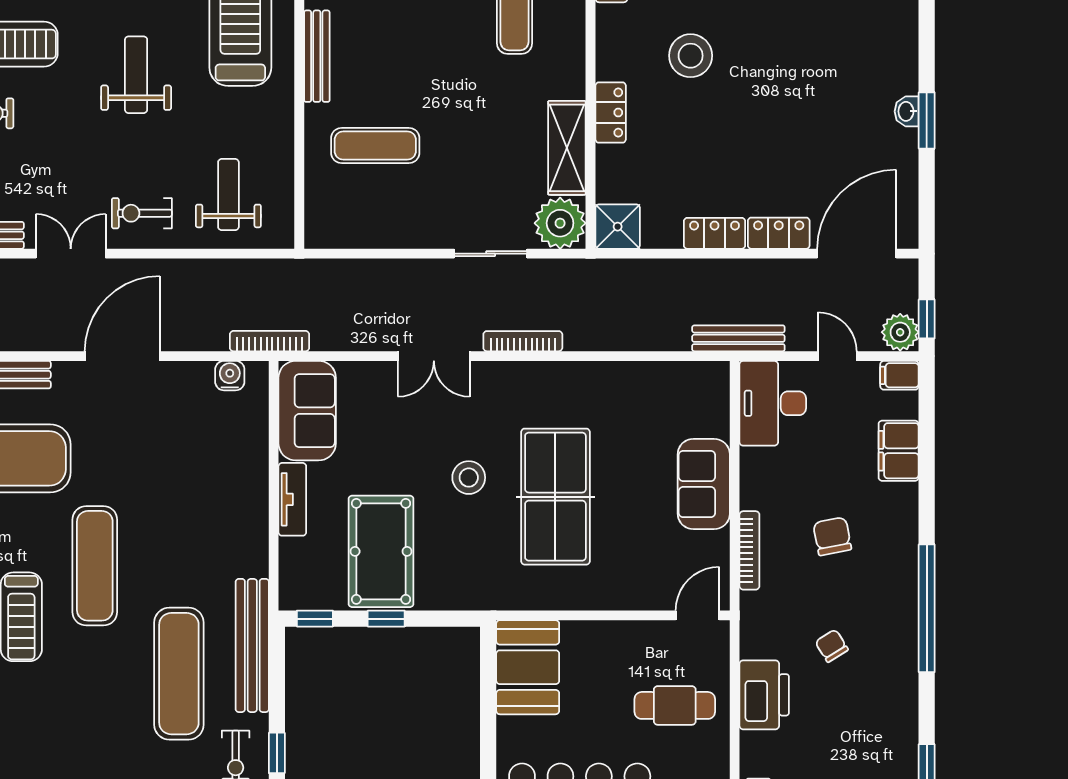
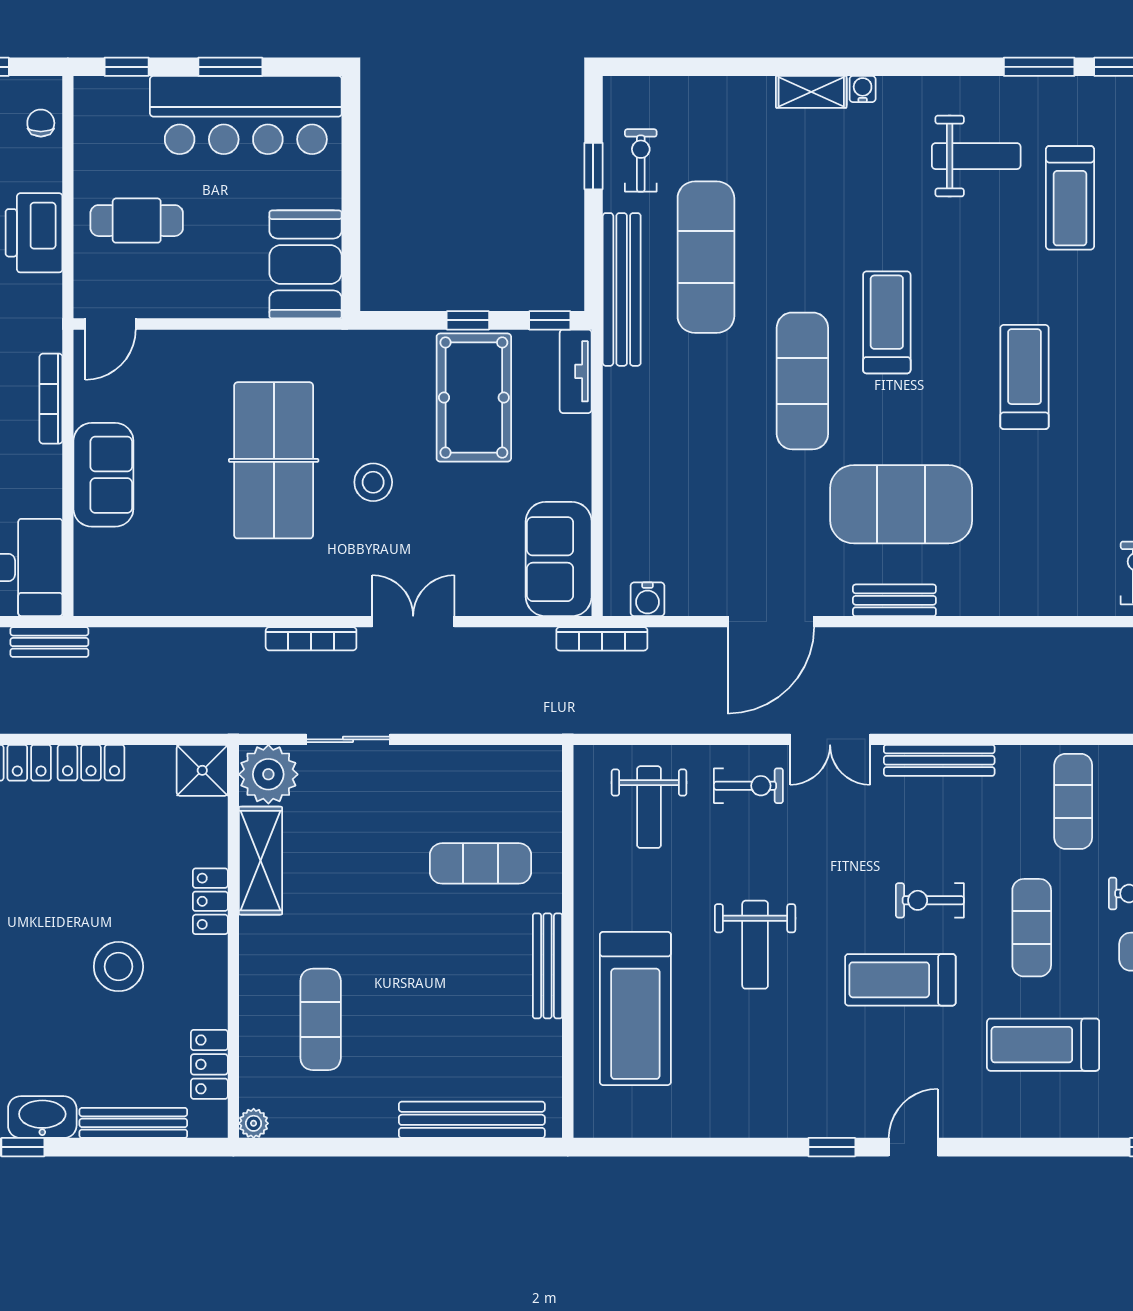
bench: (738, 338) -> (49, 642), width x0.73
tv unit: (292, 499) -> (576, 371), moved

